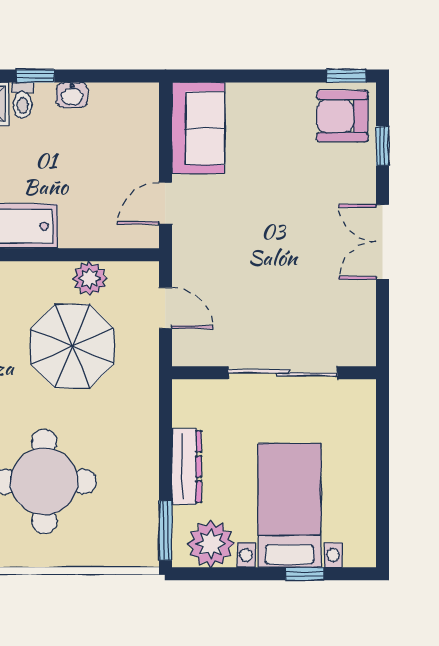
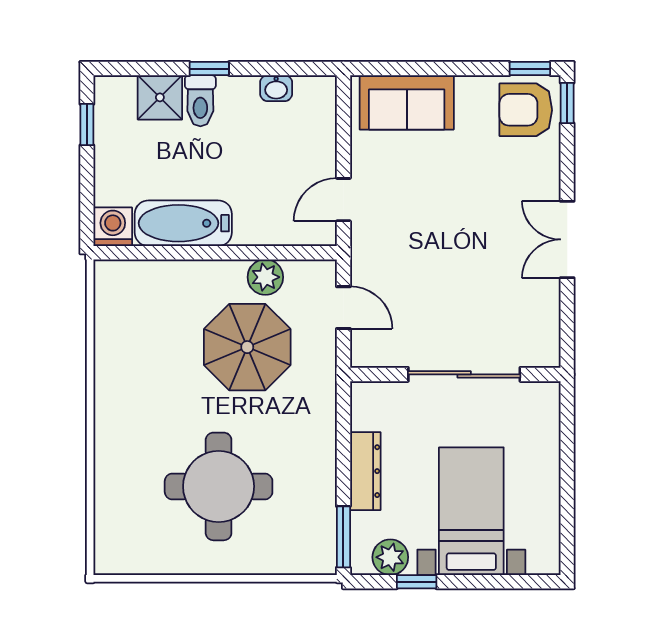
washbasin: (72, 95) -> (276, 88), moved
toilet: (23, 100) -> (200, 101), width x1.37, depth x1.39
sofa: (198, 128) -> (407, 102), moved, turned 90
window: (382, 146) -> (567, 103), moved
plant: (211, 544) -> (390, 557), width x0.73, depth x0.73
window: (305, 574) -> (417, 582), moved

